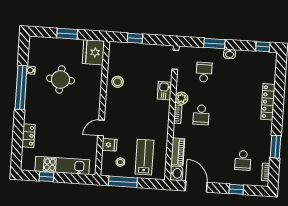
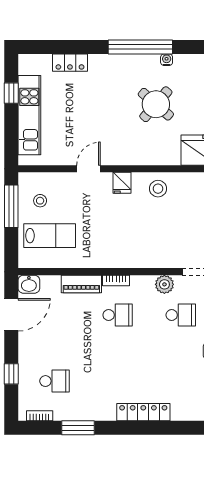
round table: (60, 79) -> (156, 104), turned 38
kitchen sink: (164, 91) -> (150, 259), removed
plant: (181, 98) -> (164, 284), moved
school desk: (201, 115) -> (118, 315), turned 180
door: (101, 128) -> (88, 169), hinge flipped
fridge: (109, 145) -> (122, 183), moved
piano: (178, 152) -> (81, 284), moved
school desk: (243, 160) -> (55, 381), turned 180

